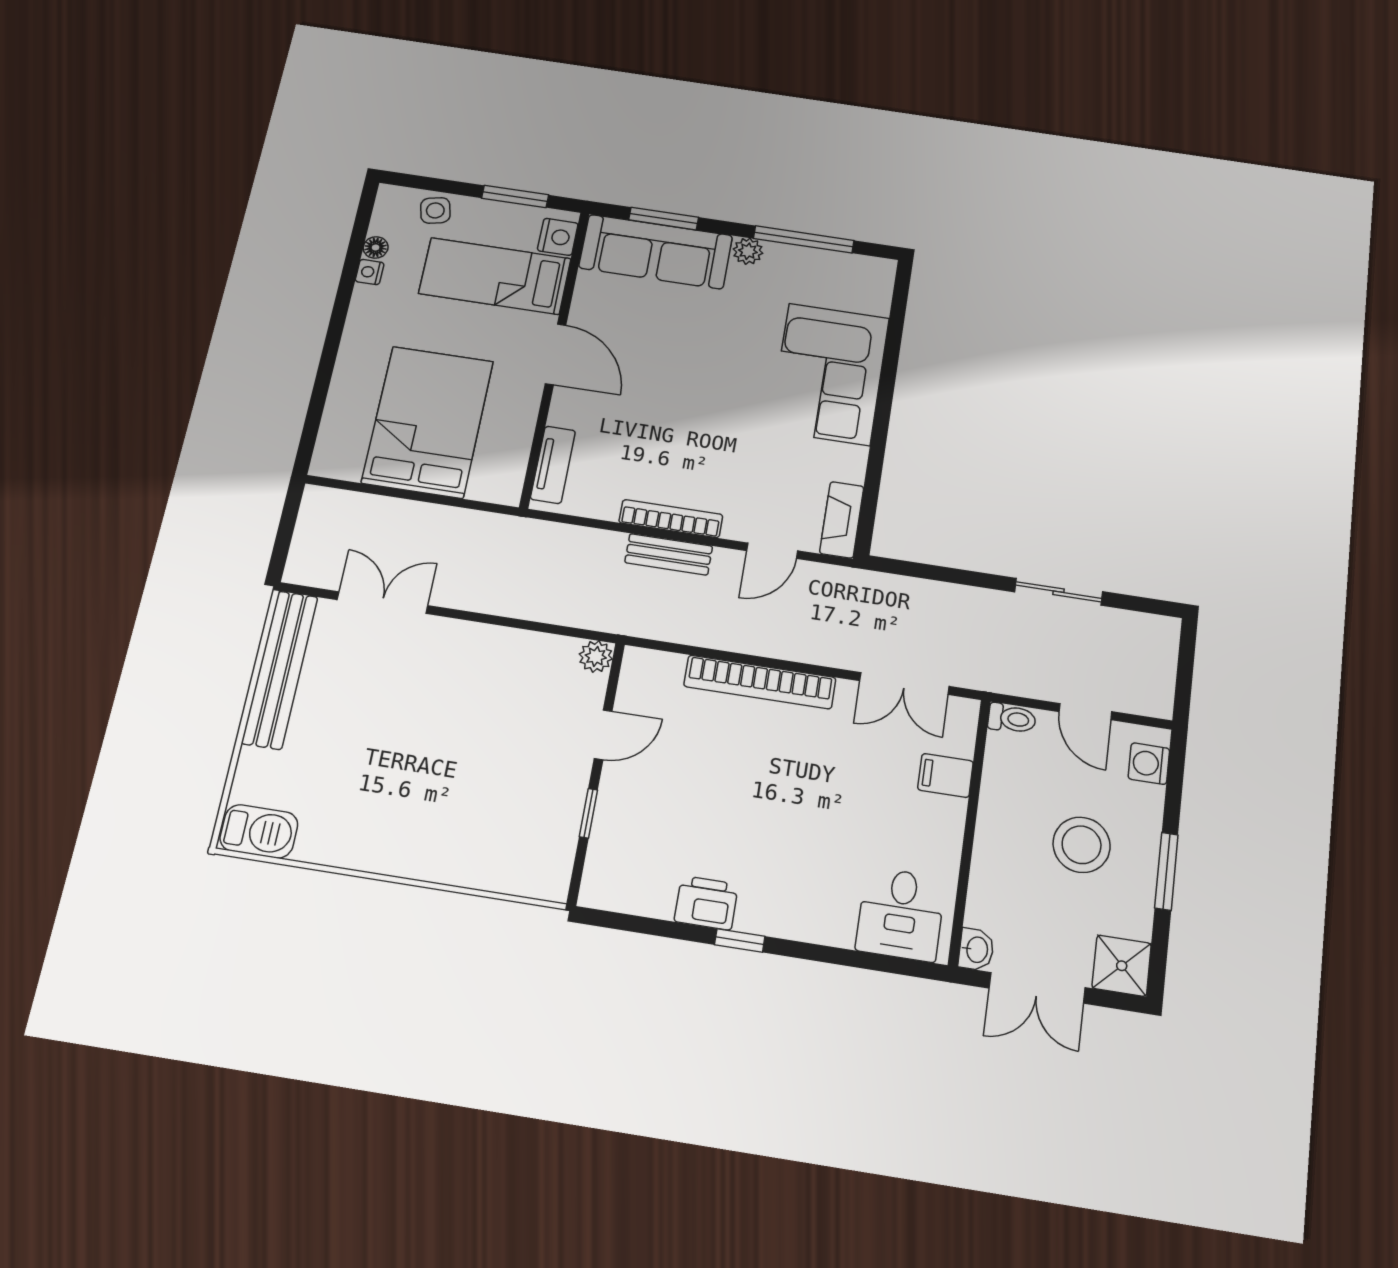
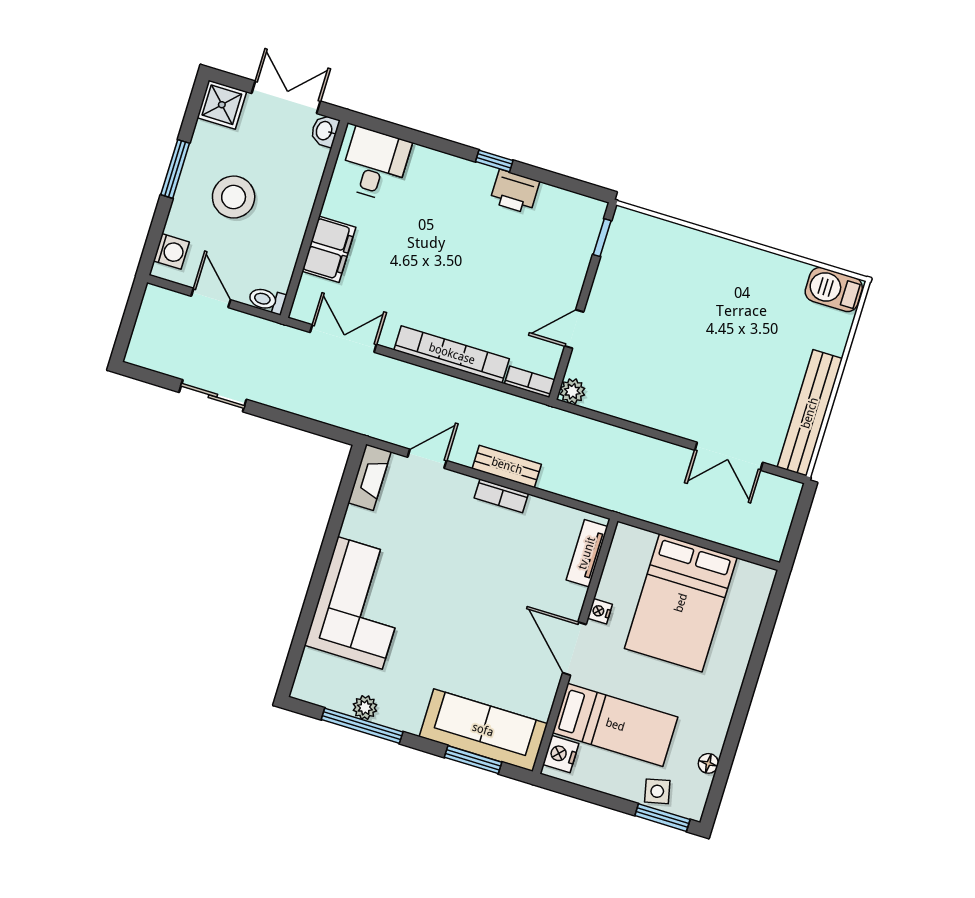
window: (515, 197) -> (662, 818), moved
plant: (748, 251) -> (365, 708), moved
nightstand: (370, 272) -> (600, 611), moved, turned 180
bookcase: (671, 519) -> (501, 496), width x0.64
bookcase: (653, 661) -> (530, 382), added
filing cabinet: (945, 775) -> (329, 249), width x2.00
window: (588, 813) -> (602, 238), moved

